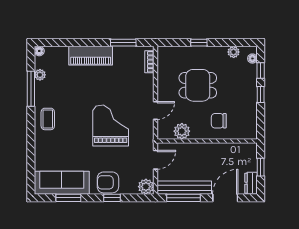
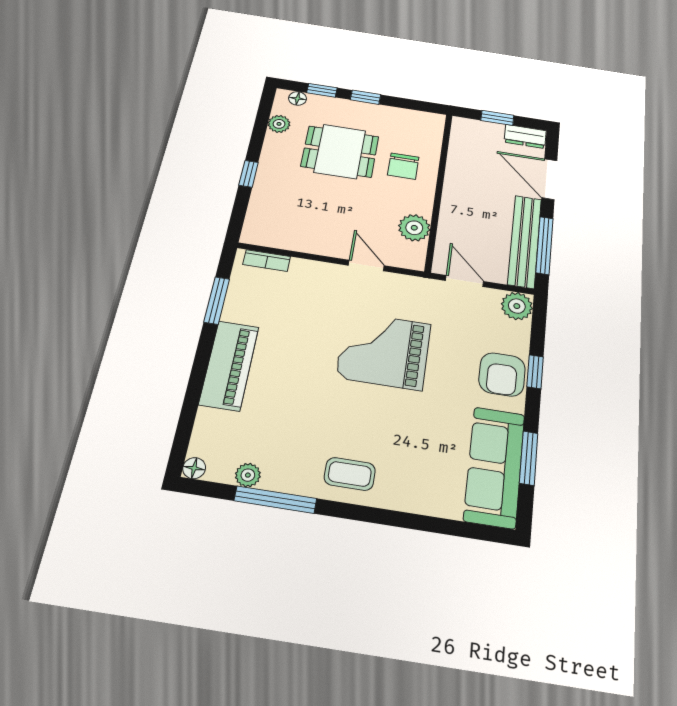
dining table: (198, 85) -> (340, 151), moved, turned 90

